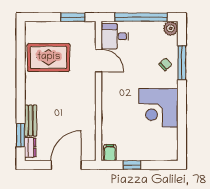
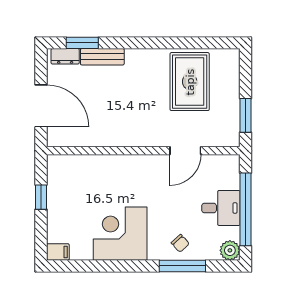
desk: (115, 36) -> (221, 208), moved, turned 90
filing cabinet: (110, 153) -> (58, 252), moved

